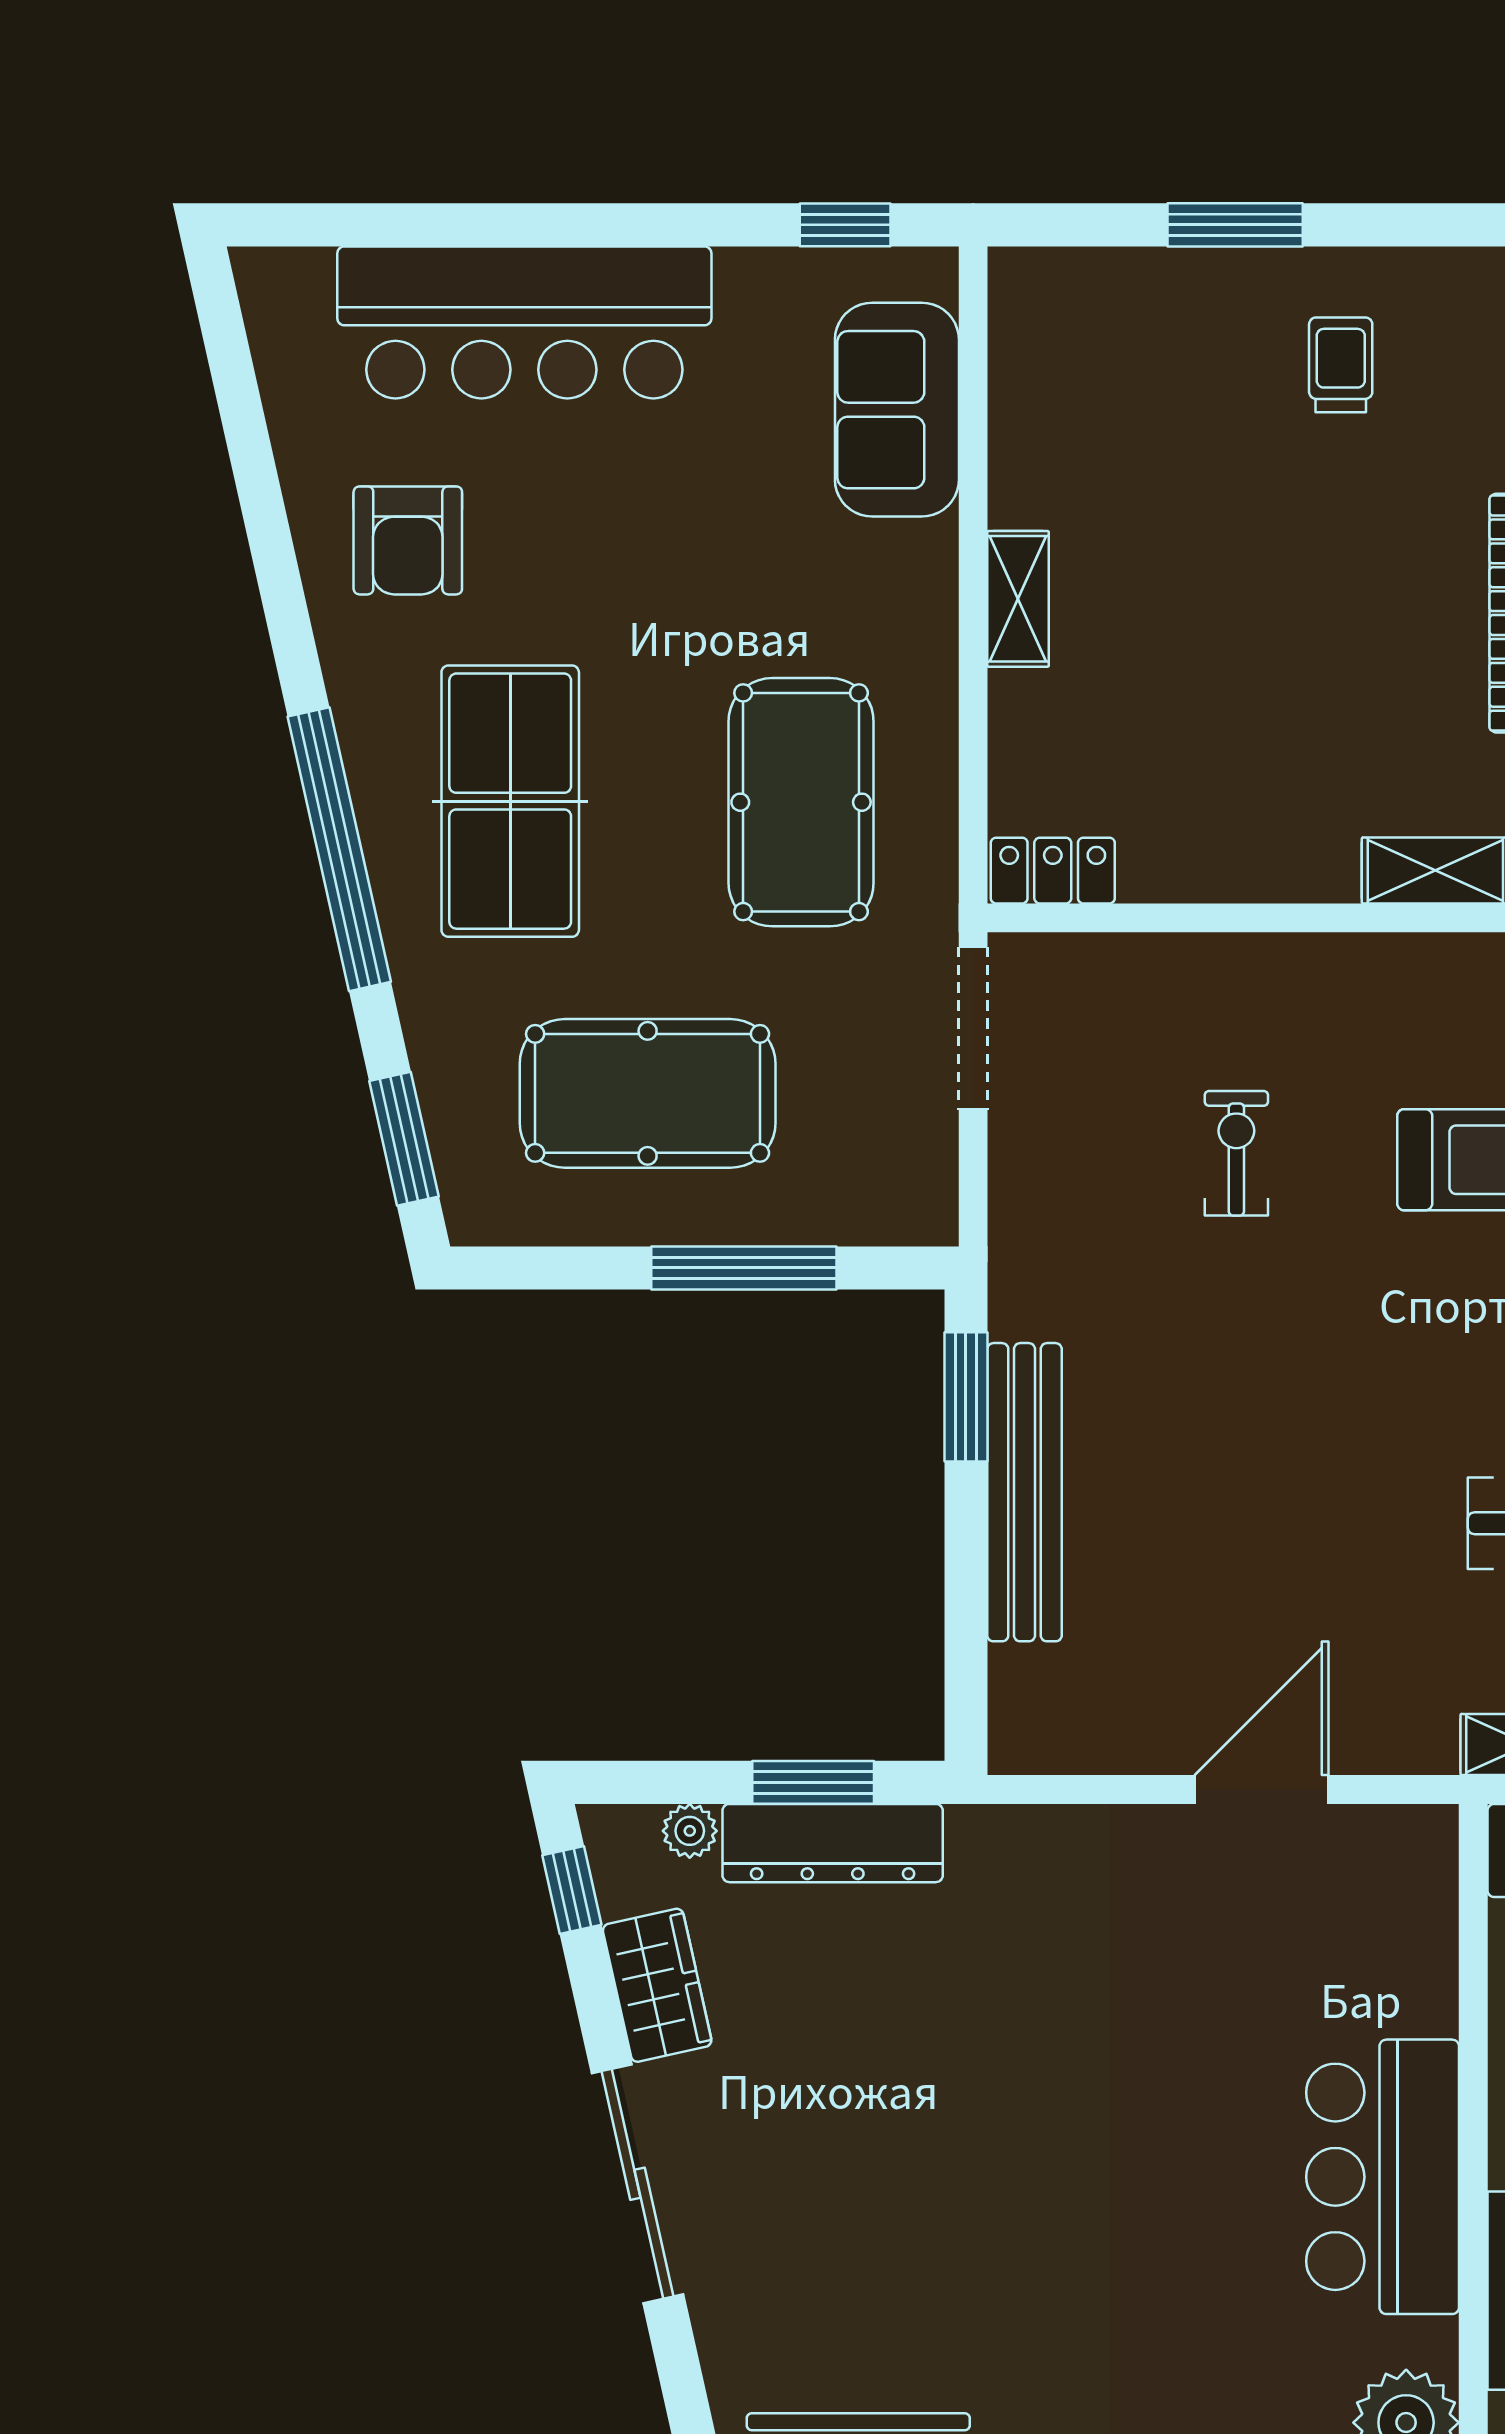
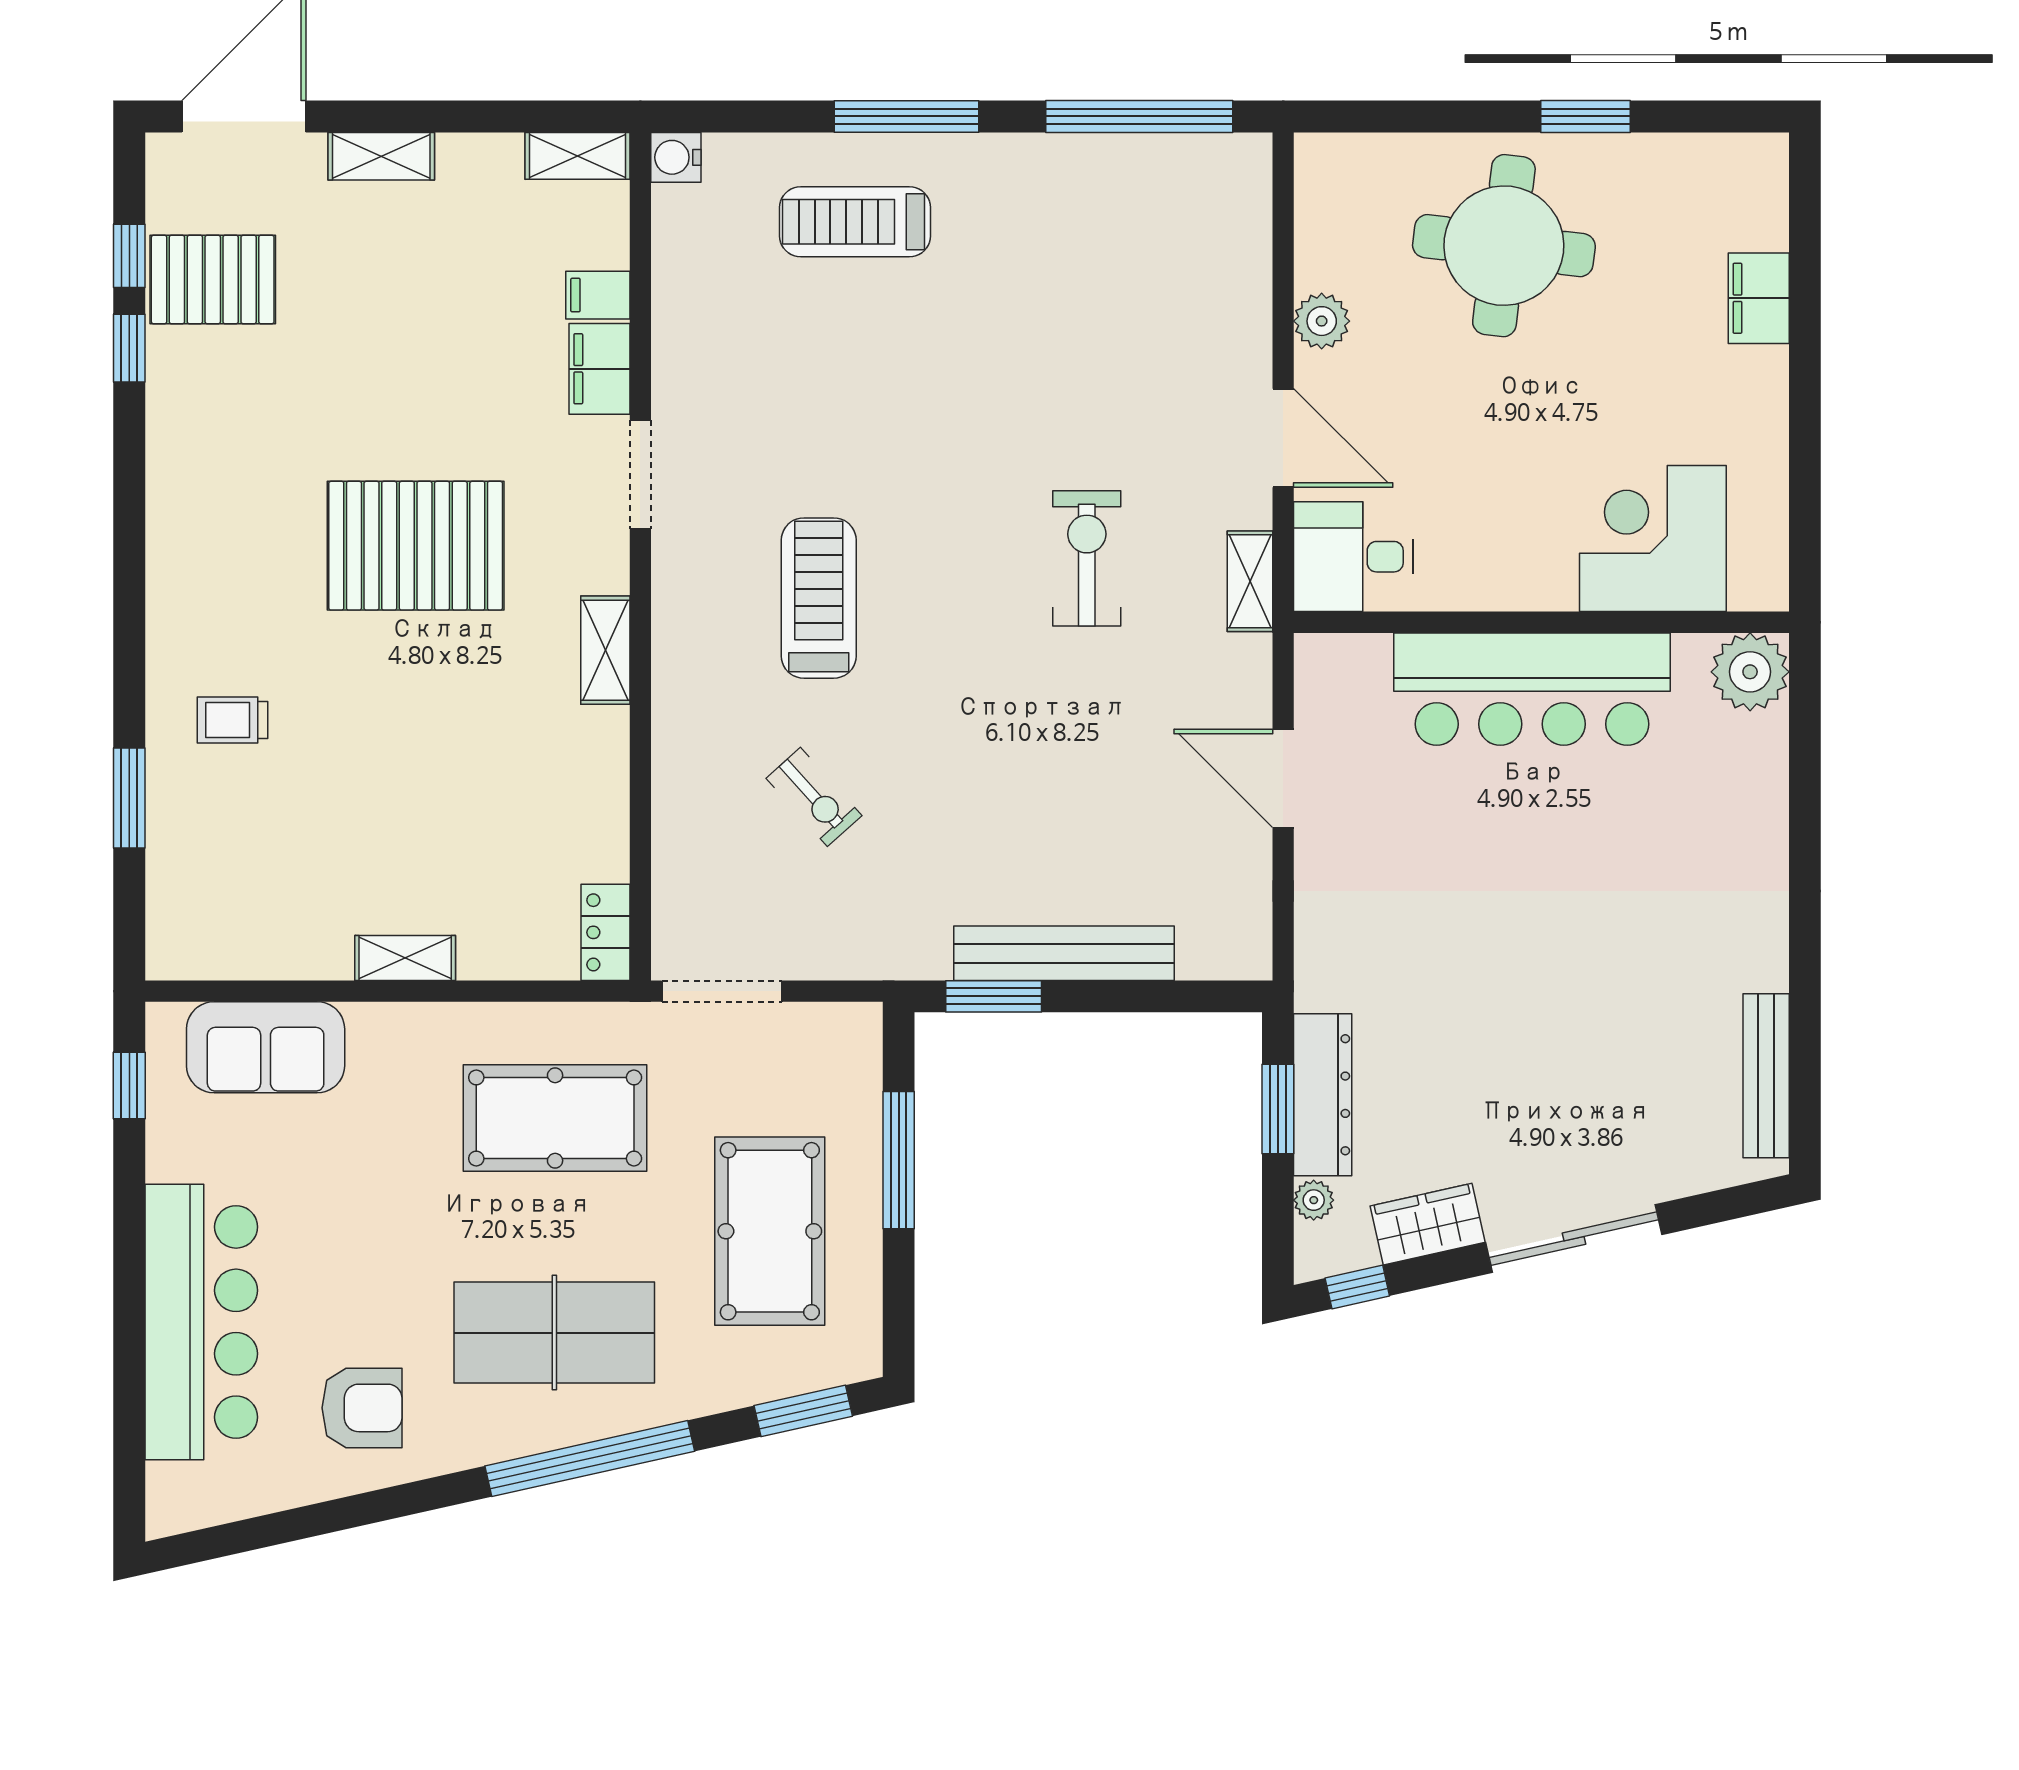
exercise bike: (1236, 1153) -> (814, 797), turned -132
bar counter: (1383, 2177) -> (1532, 689), width x1.36

